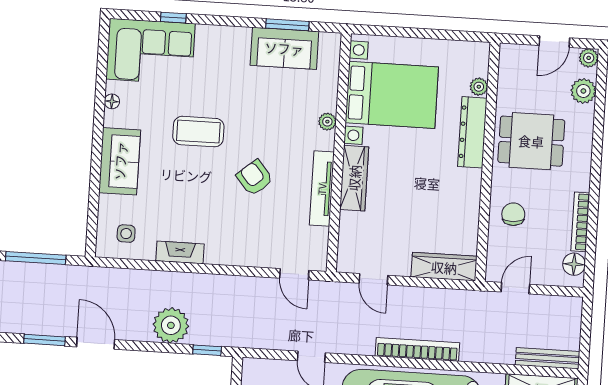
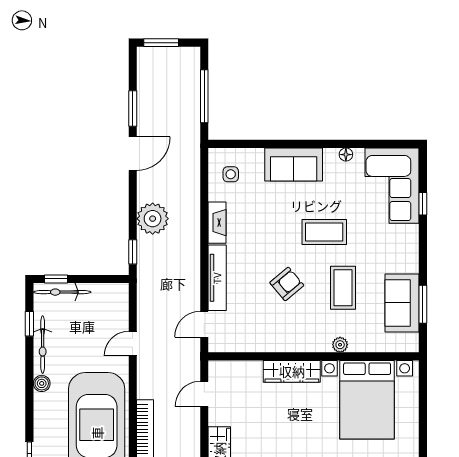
coffee table: (263, 114) -> (343, 288), added
coffee table: (198, 132) -> (324, 232), turned 90
tv unit: (322, 189) -> (217, 278), moved, turned 90

